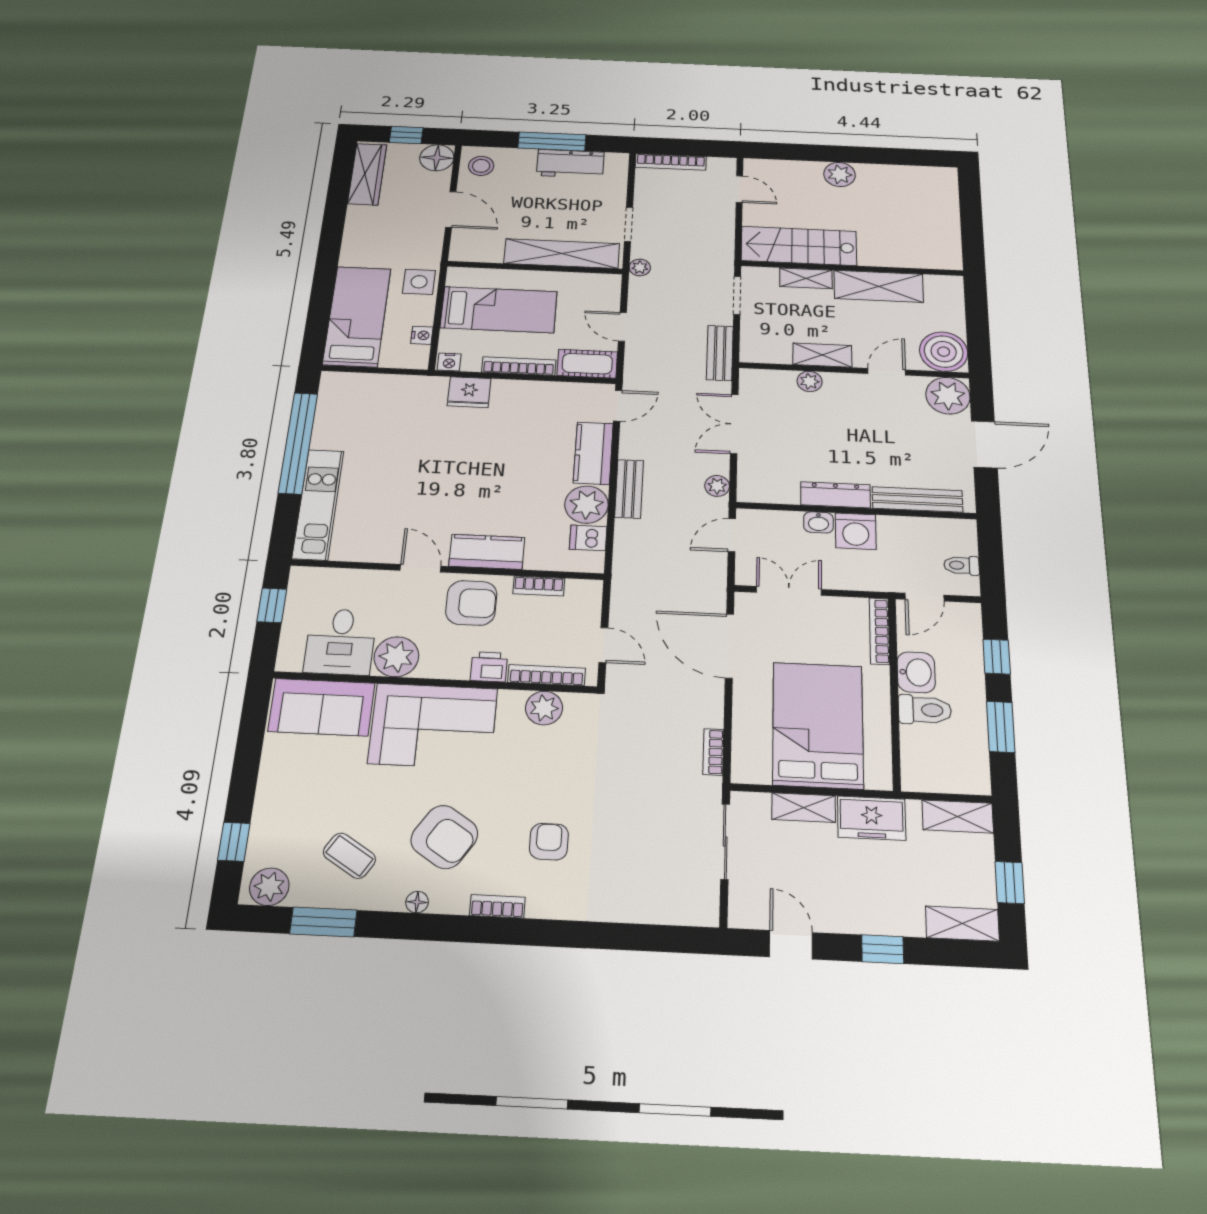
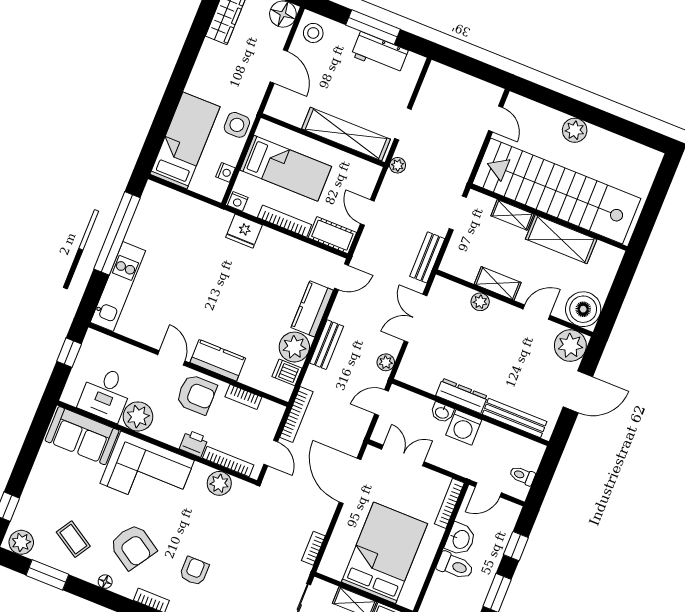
bookcase: (671, 162) -> (296, 415), moved, turned -90
stairs: (799, 246) -> (556, 191), width x1.86, depth x1.51

